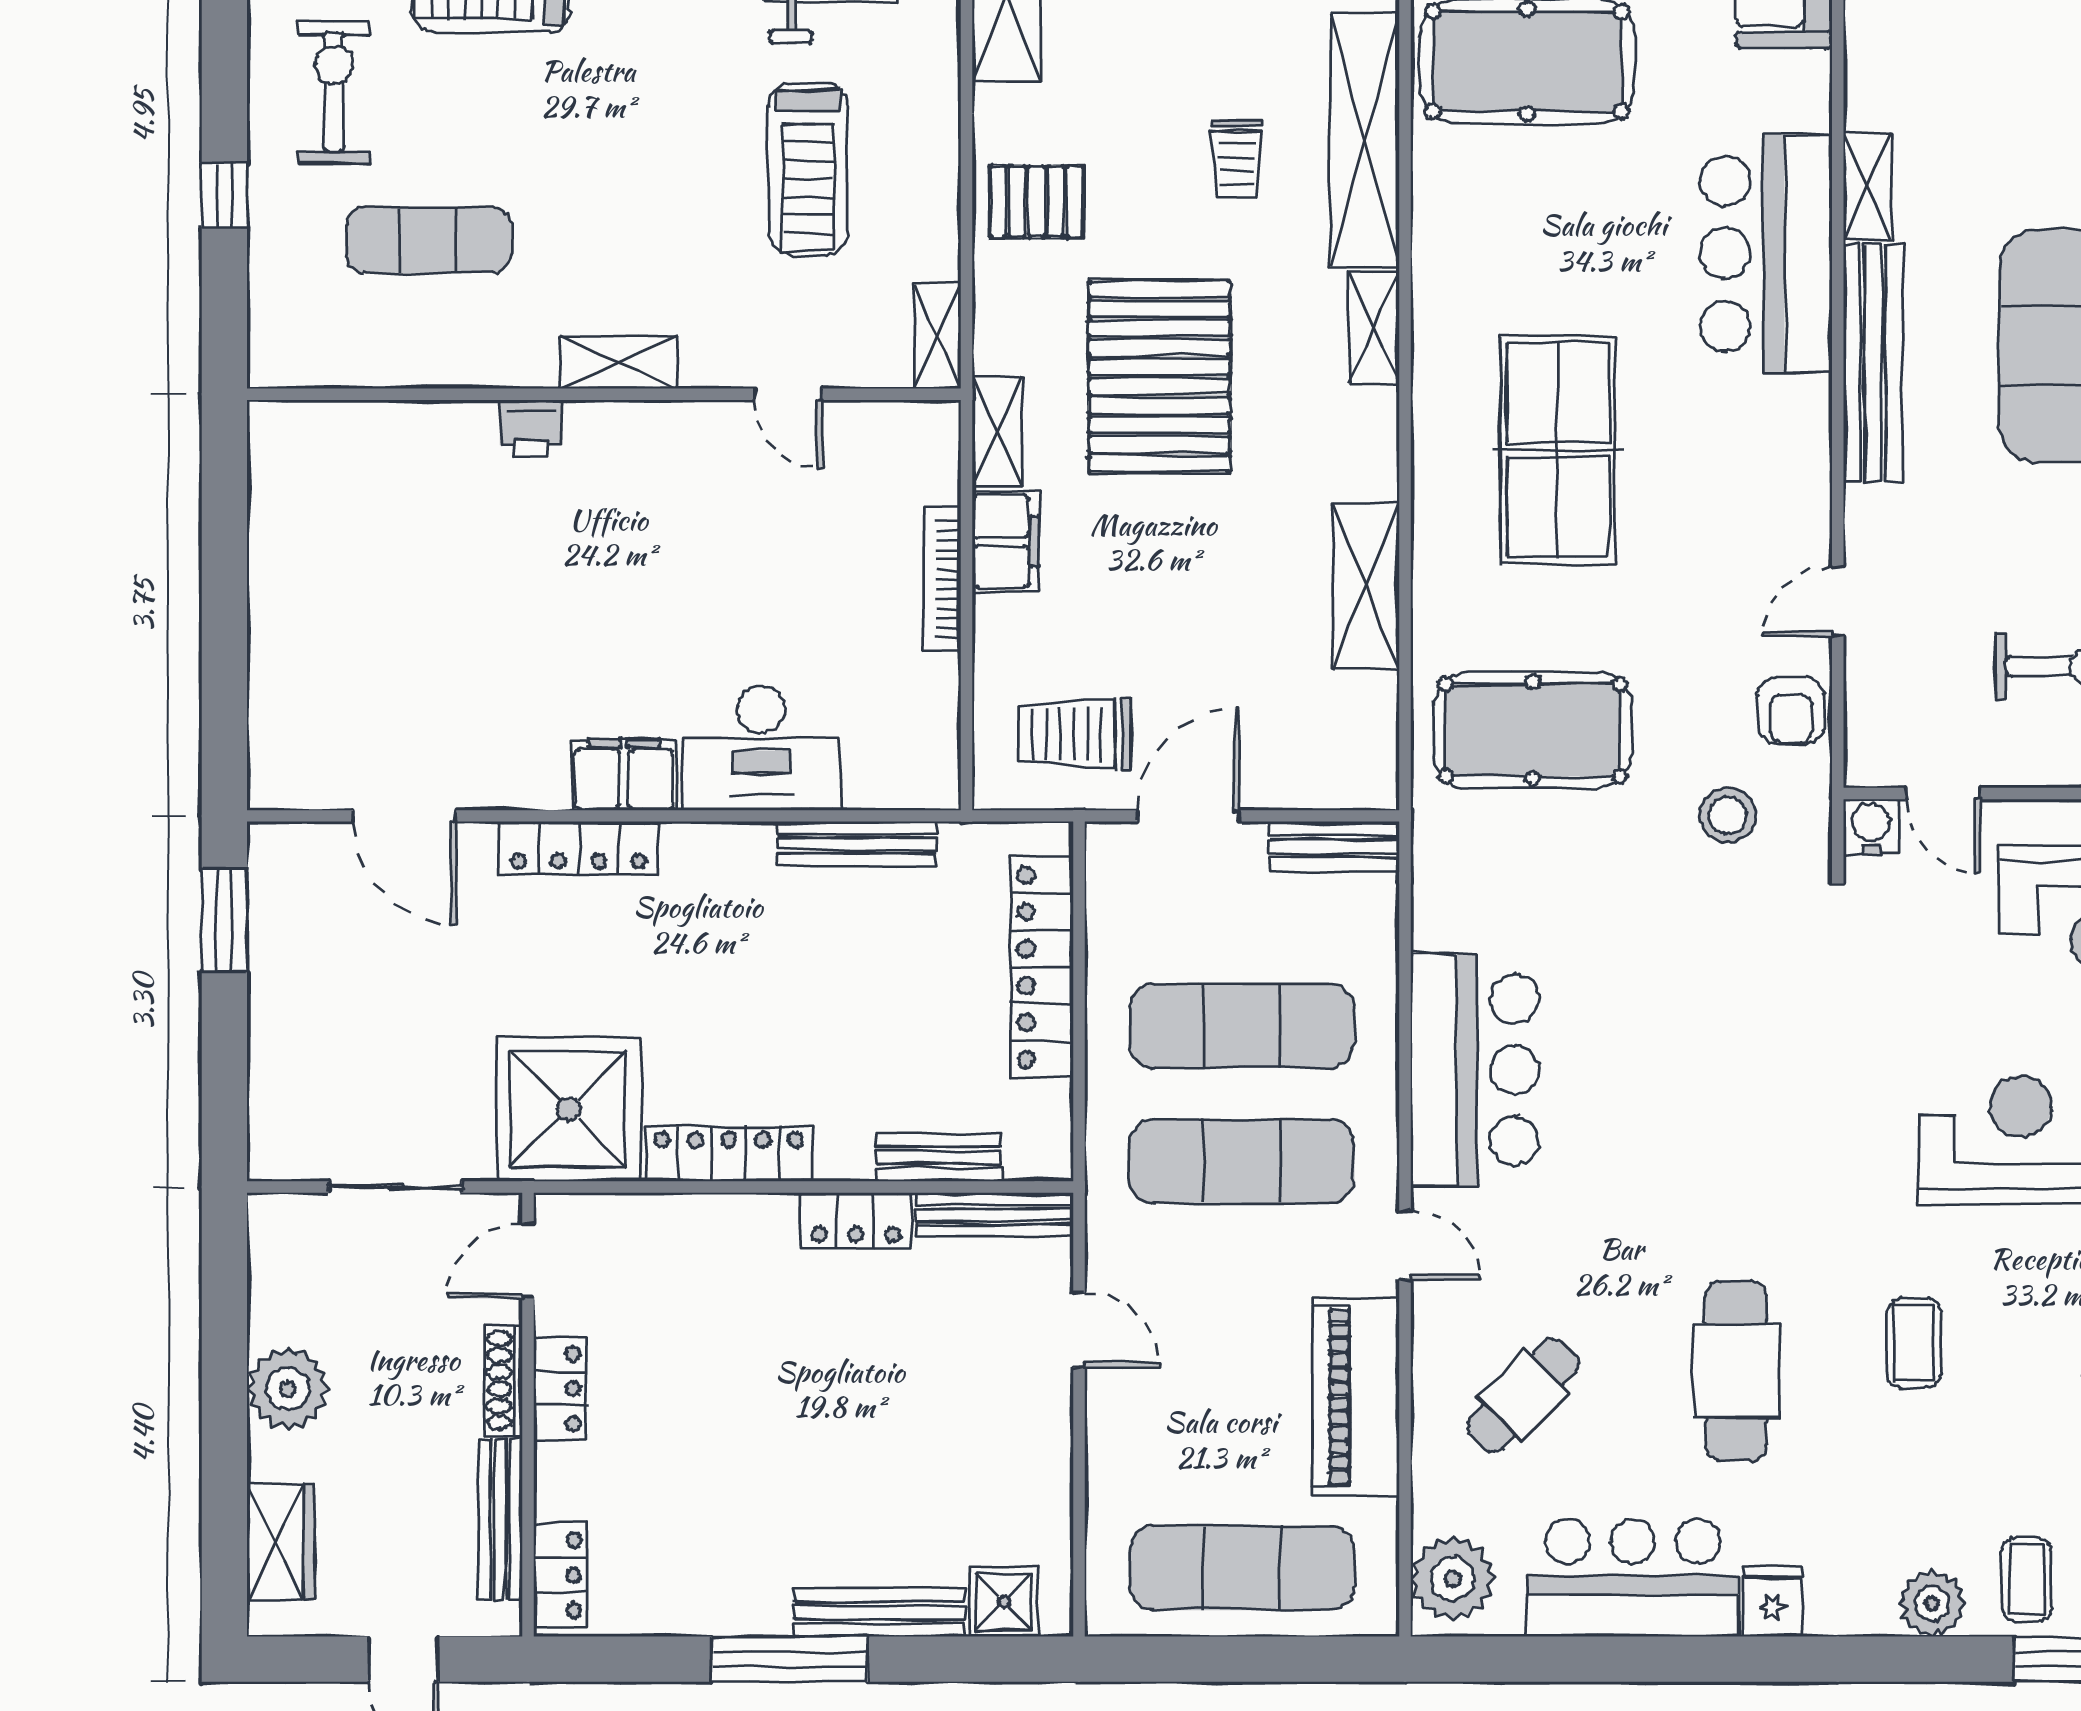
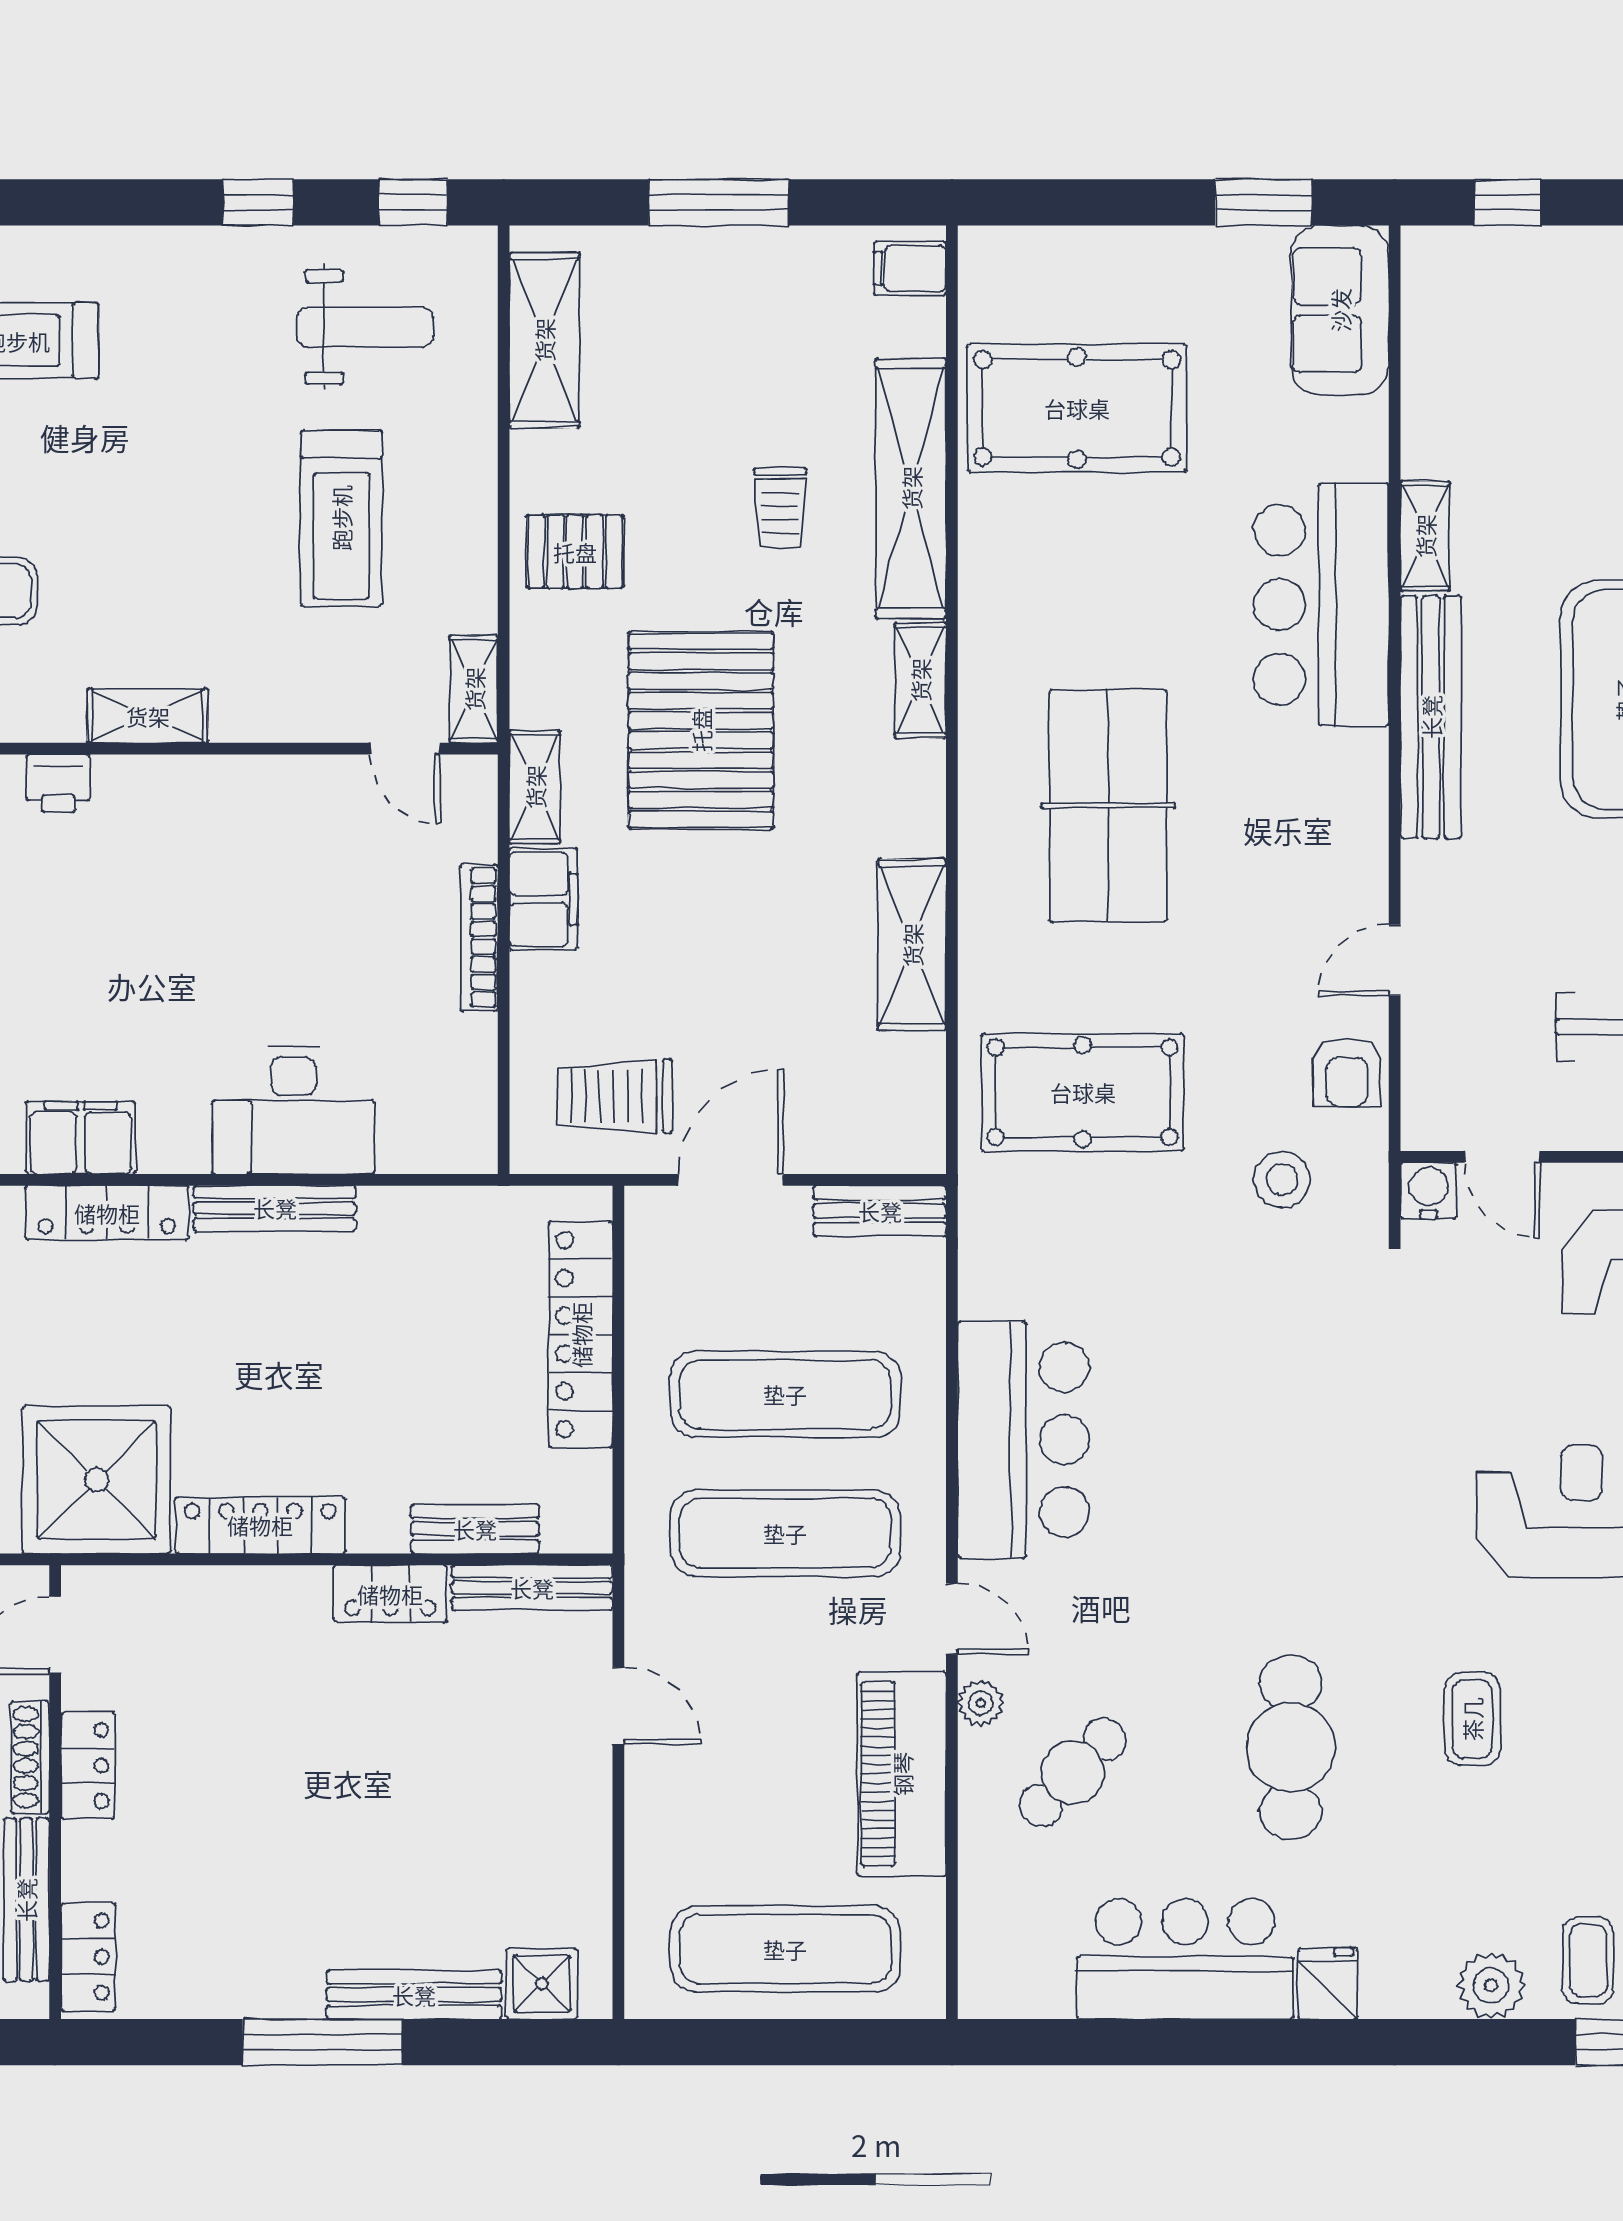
door: (788, 394) -> (405, 749), moved
filing cabinet: (624, 775) -> (81, 1138), moved
bench: (856, 844) -> (275, 1208), moved
plant: (1453, 1579) -> (981, 1703), moved, width x0.53, depth x0.53

